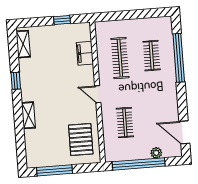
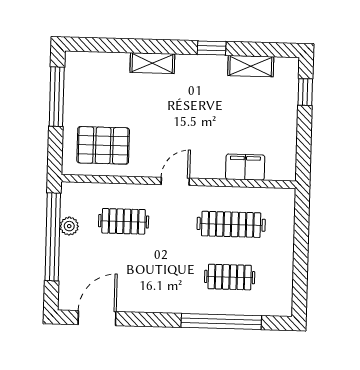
window: (62, 20) -> (305, 92), moved
shelving: (23, 44) -> (251, 66), moved
plant: (156, 153) -> (69, 226), moved

